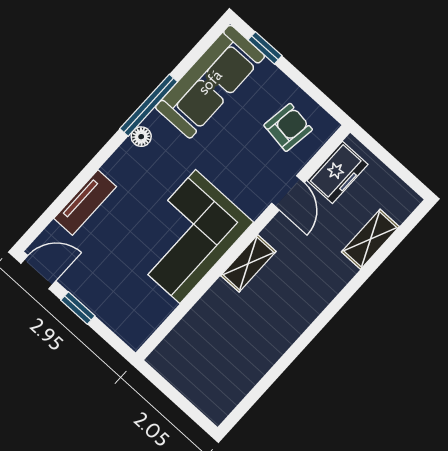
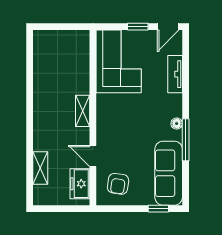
corner sofa: (188, 237) -> (119, 61), moved

